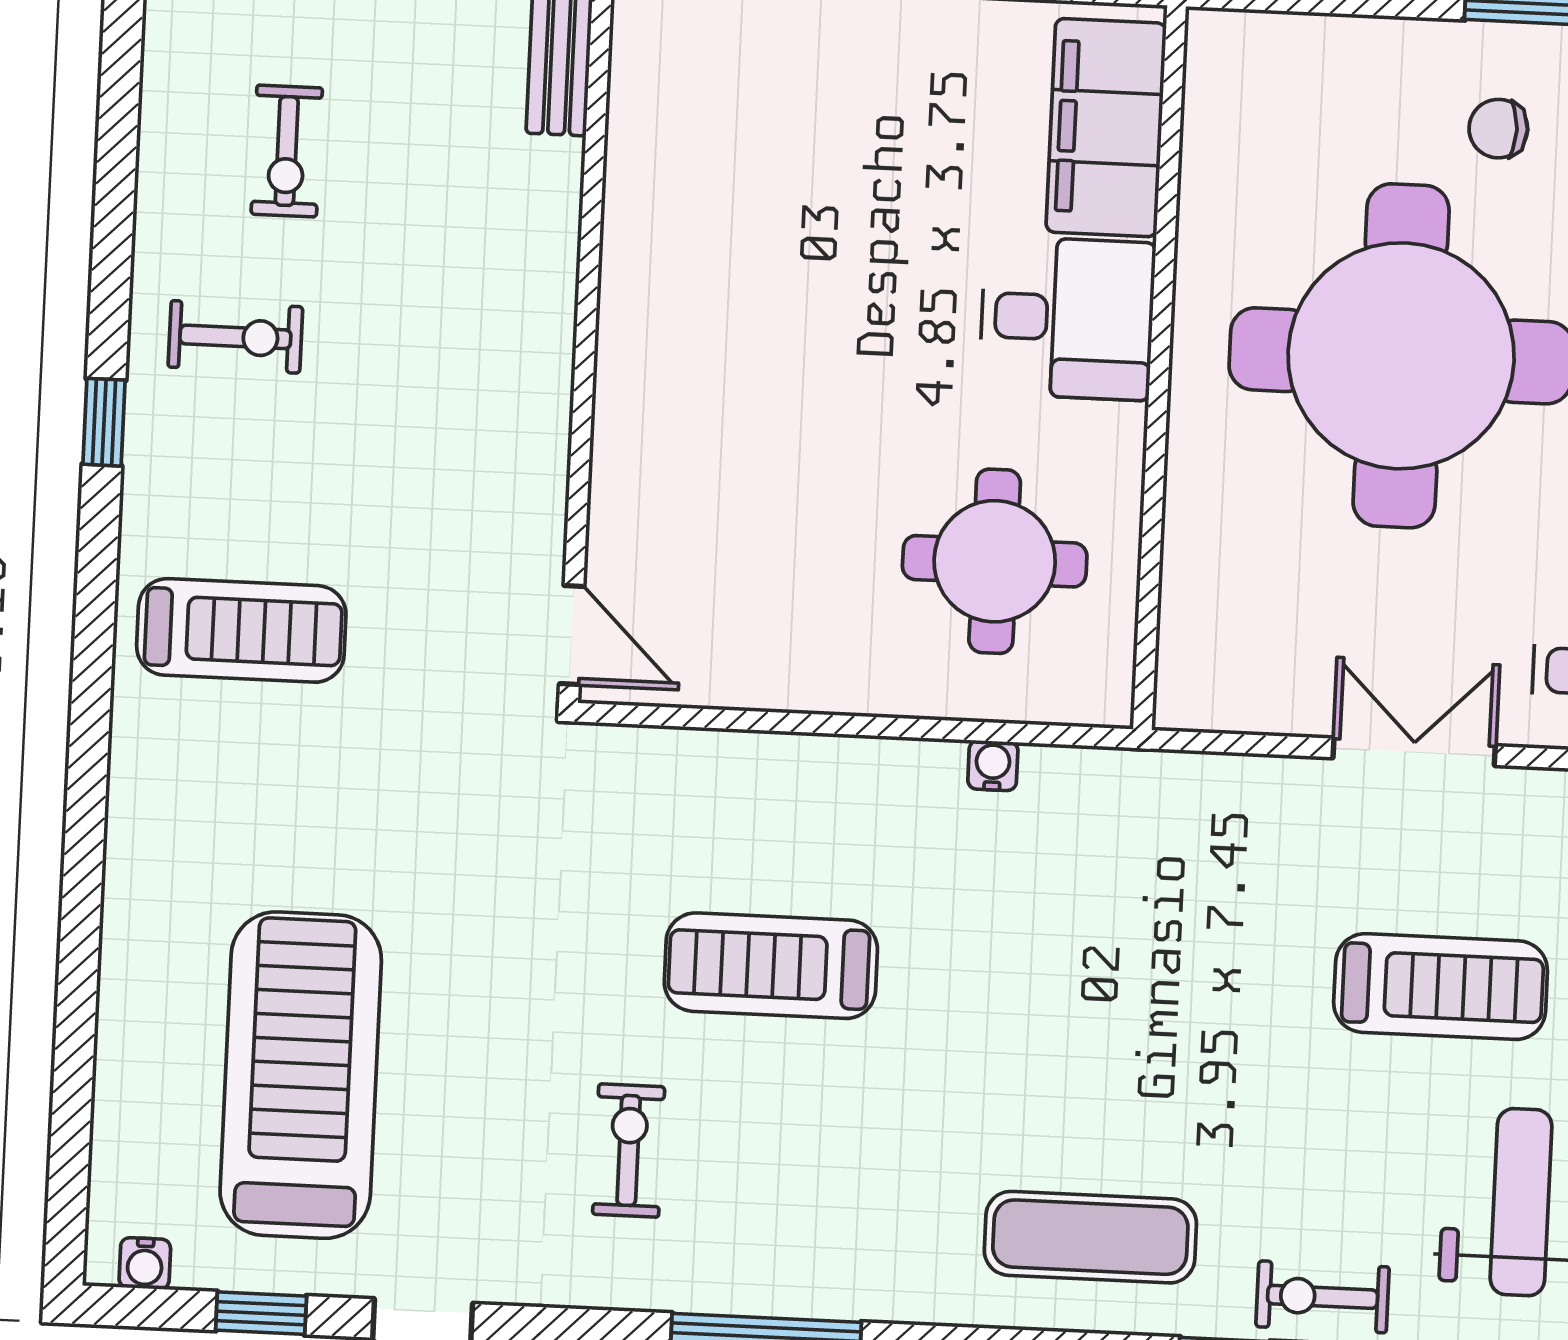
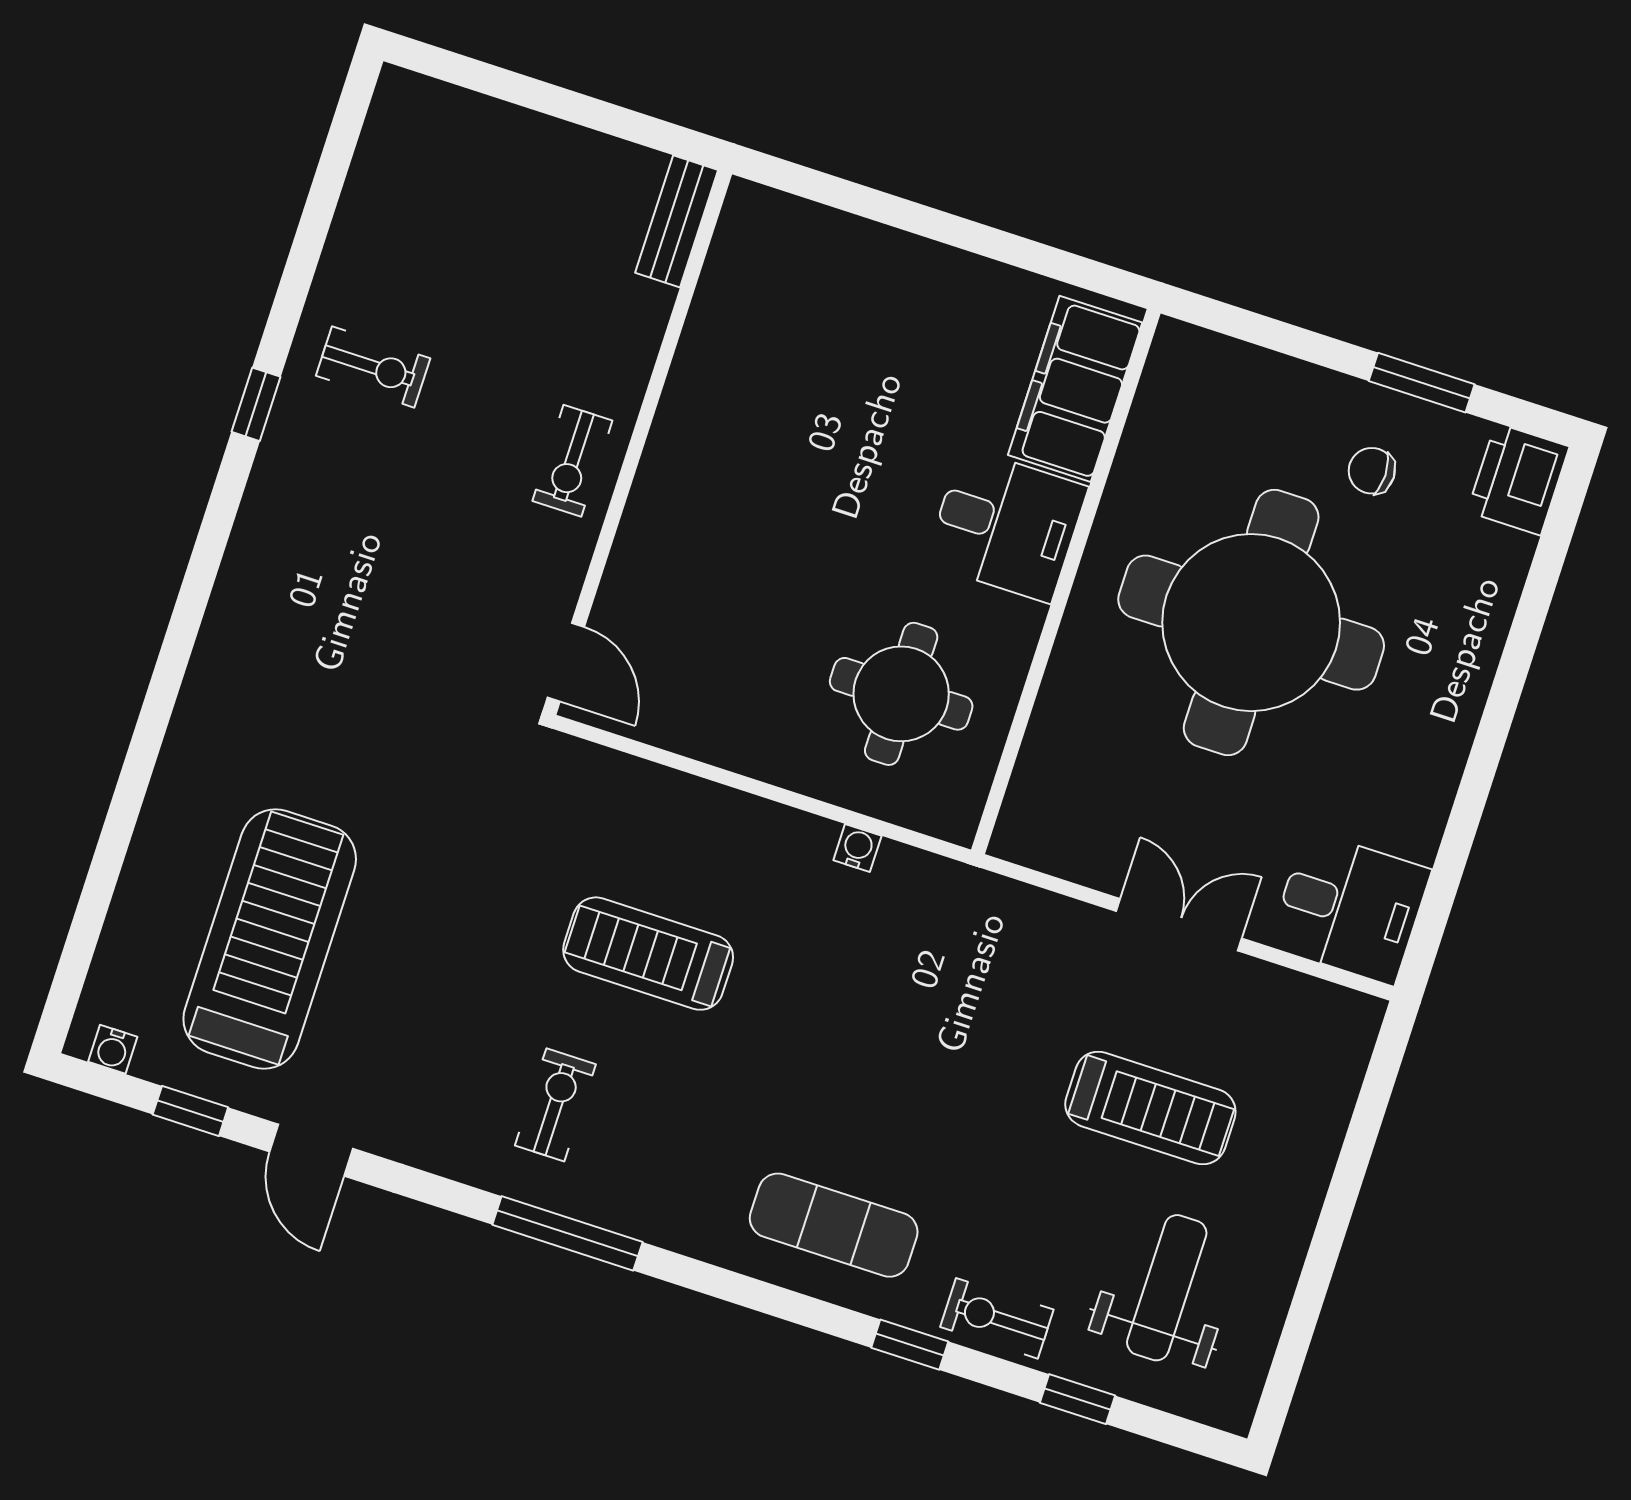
exercise bike: (287, 151) -> (572, 461), moved
treadmill: (241, 630) -> (317, 590), removed
exercise bike: (629, 1150) -> (555, 1105), moved

